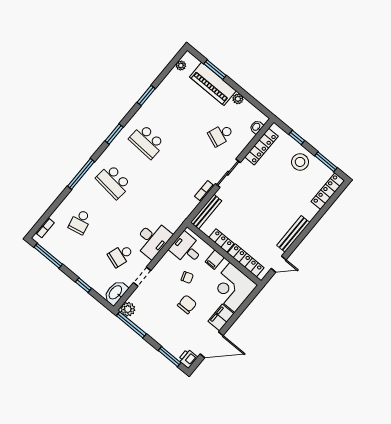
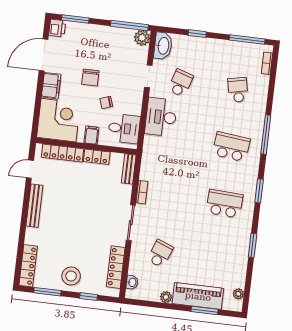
bench: (206, 212) -> (129, 169), width x0.73

